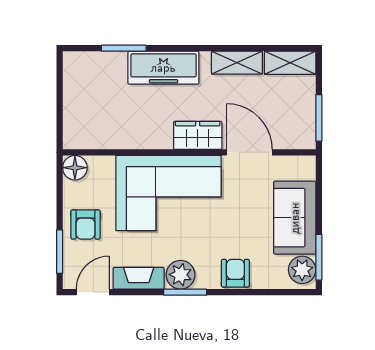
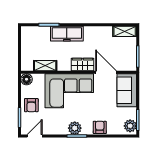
shelving: (237, 63) -> (45, 66), moved
sofa: (295, 218) -> (127, 90), moved
fireplace: (139, 278) -> (56, 130), removed

